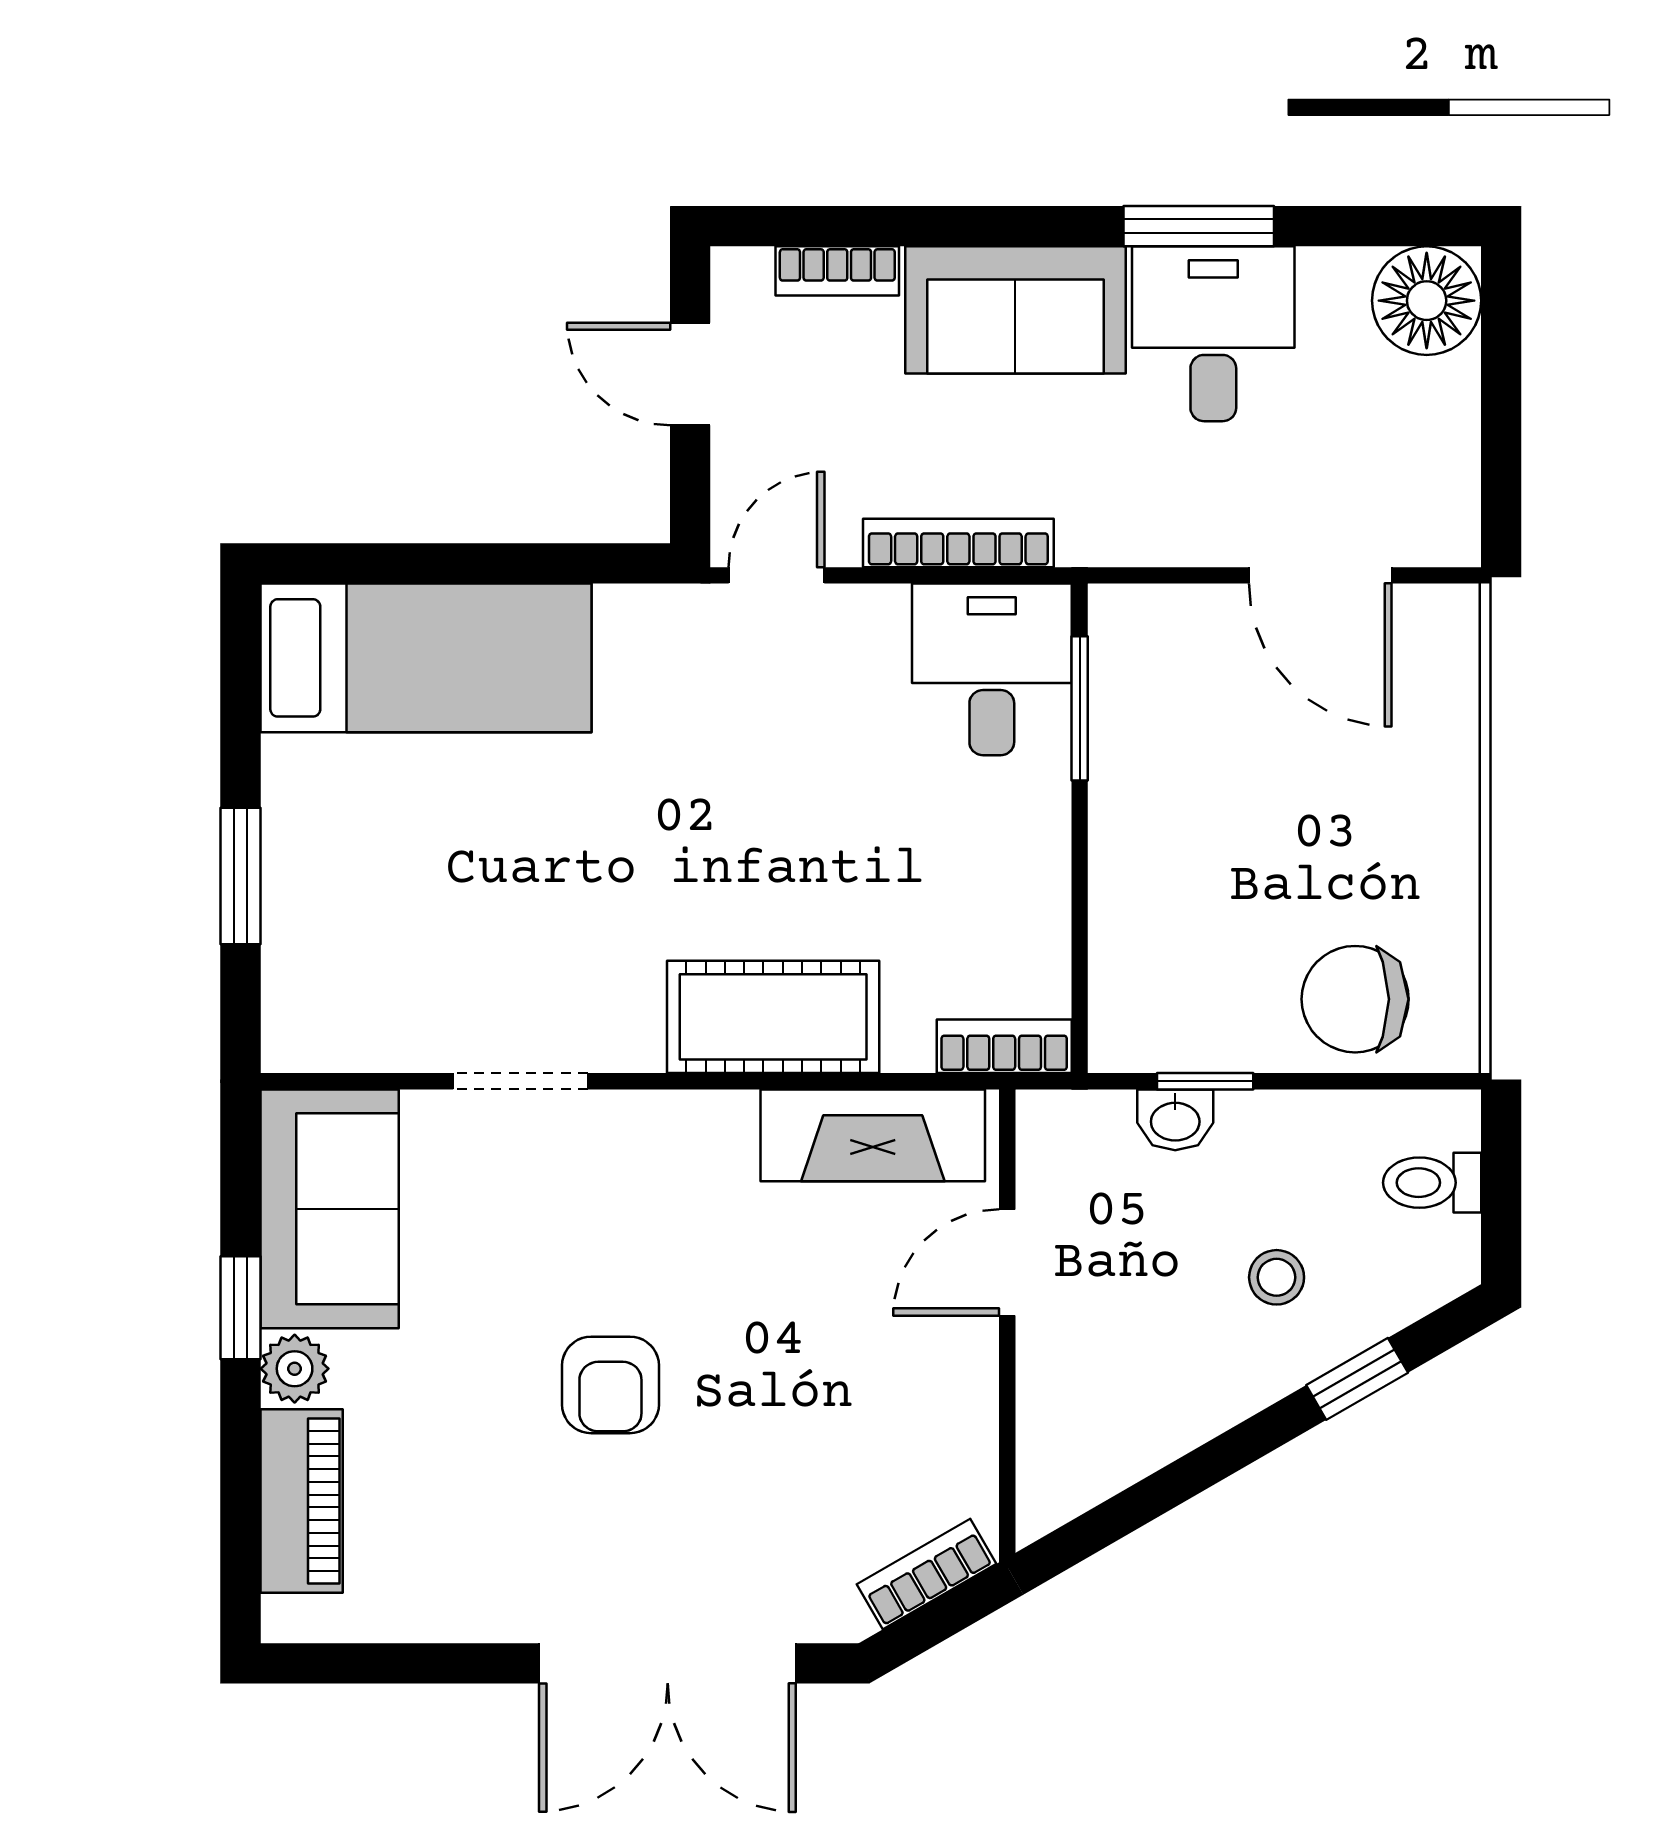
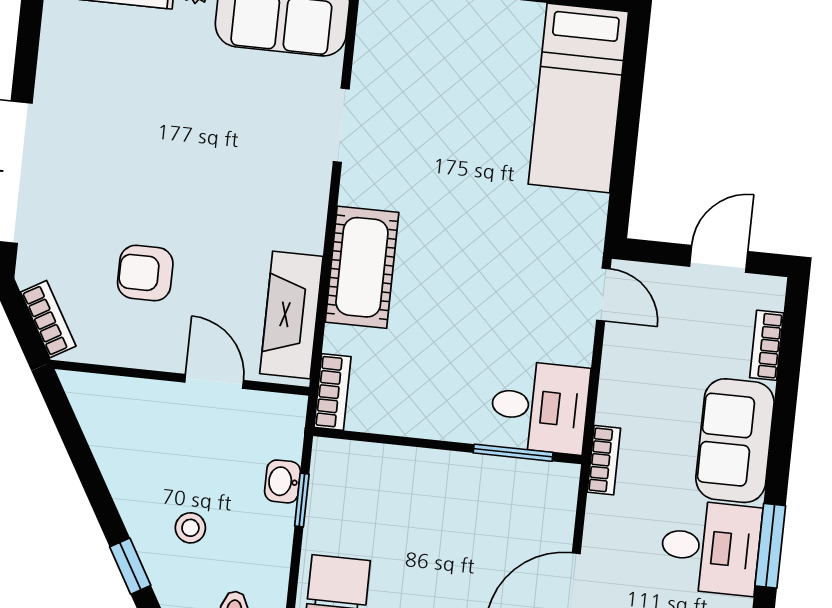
bookcase: (958, 543) -> (604, 460), moved, width x0.64
armchair: (610, 1385) -> (145, 273), moved

